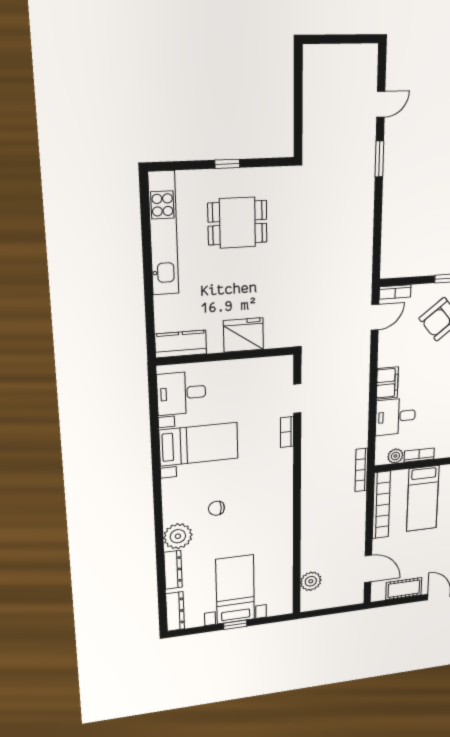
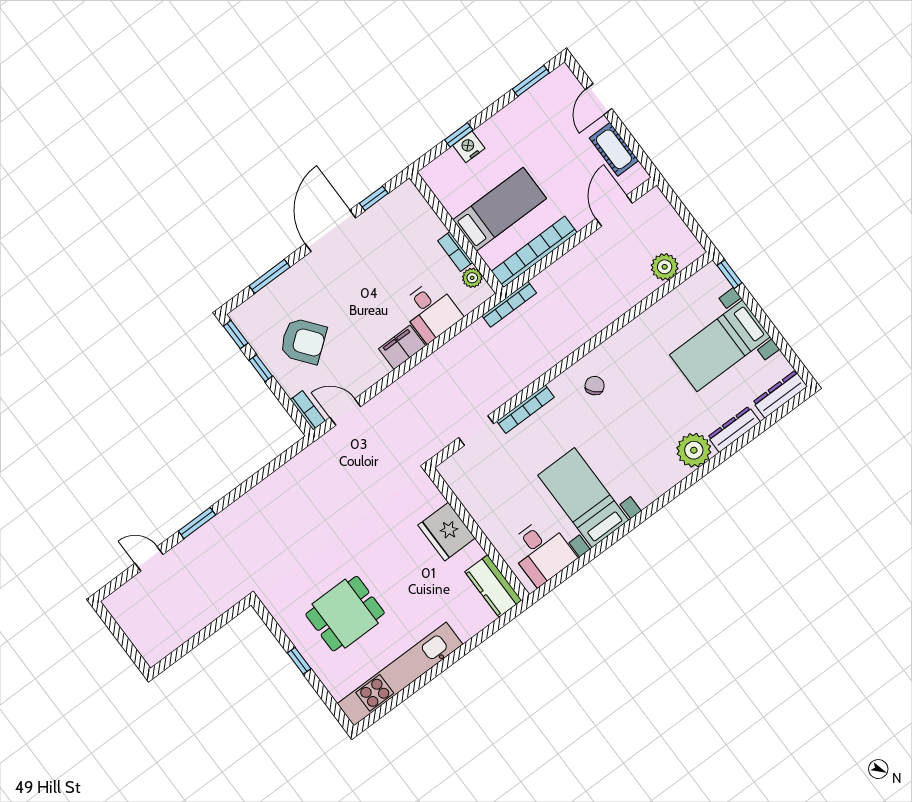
dining table: (238, 223) -> (345, 614), turned 90
bookcase: (287, 432) -> (525, 409), width x1.56
chair: (216, 508) -> (595, 386), moved, turned -132
window: (235, 625) -> (730, 274), moved

